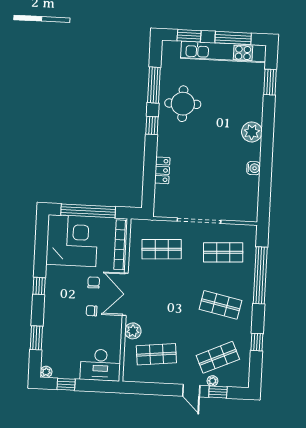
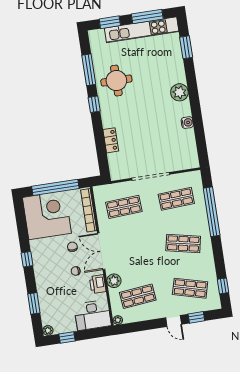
printer: (114, 331) -> (98, 284), added
window: (257, 342) -> (223, 286), moved
shop shelf: (218, 357) -> (190, 288), turned 39
plant: (212, 381) -> (118, 320), moved

